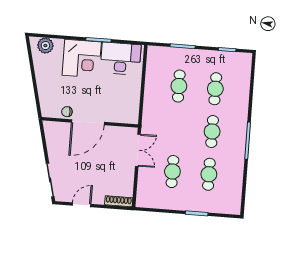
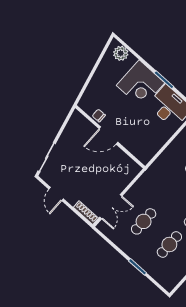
door: (88, 122) -> (108, 135), width x0.73
double door: (138, 150) -> (111, 207), moved
door: (82, 205) -> (56, 194), swing flipped

